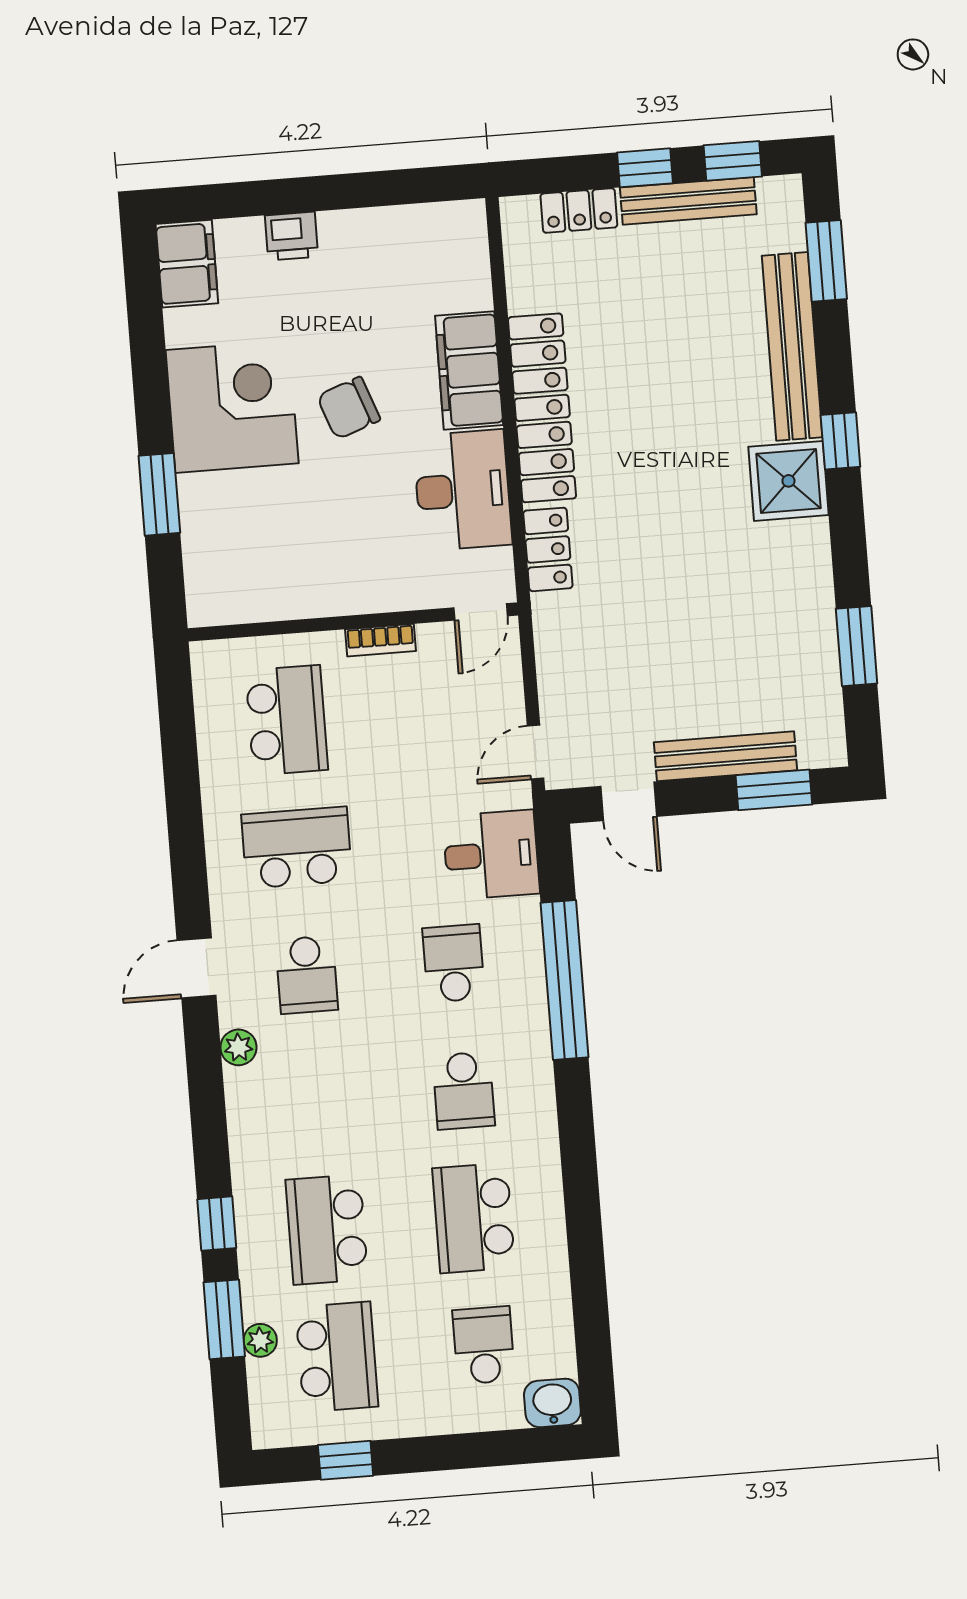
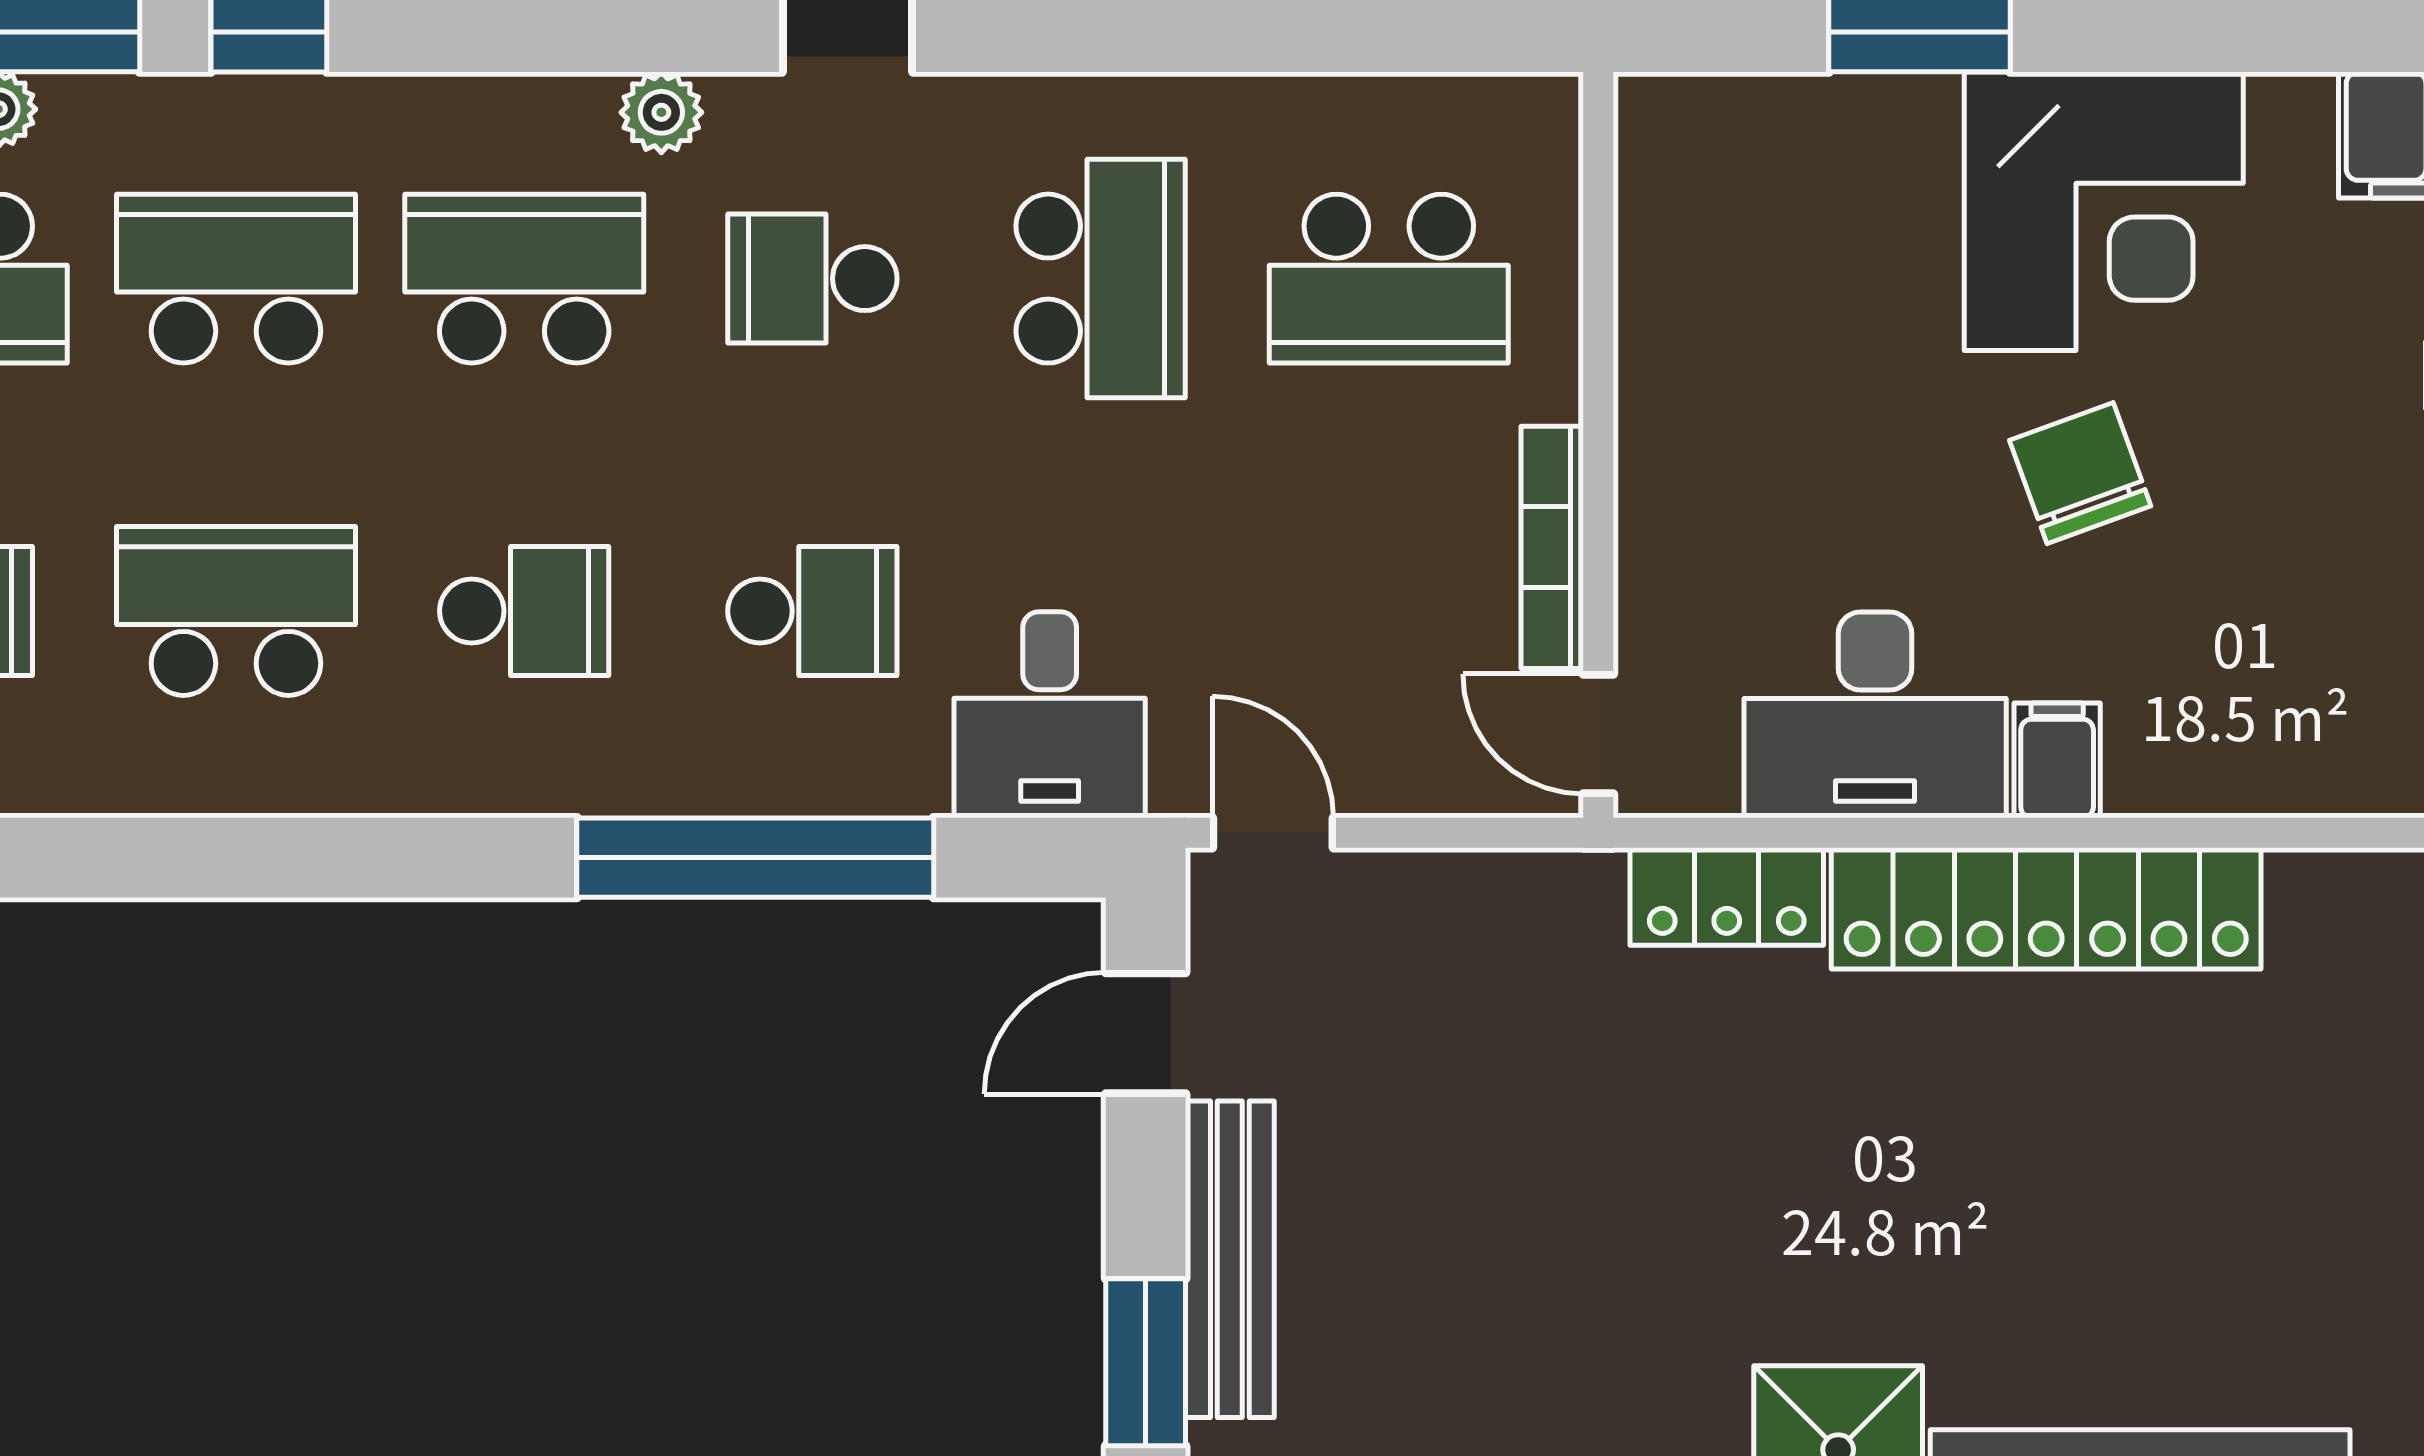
filing cabinet: (469, 370) -> (2057, 760), width x0.33, depth x0.86
bookcase: (380, 640) -> (1552, 547), width x1.56
school desk: (464, 1091) -> (524, 611), turned 180
school desk: (317, 1102) -> (524, 279), added

